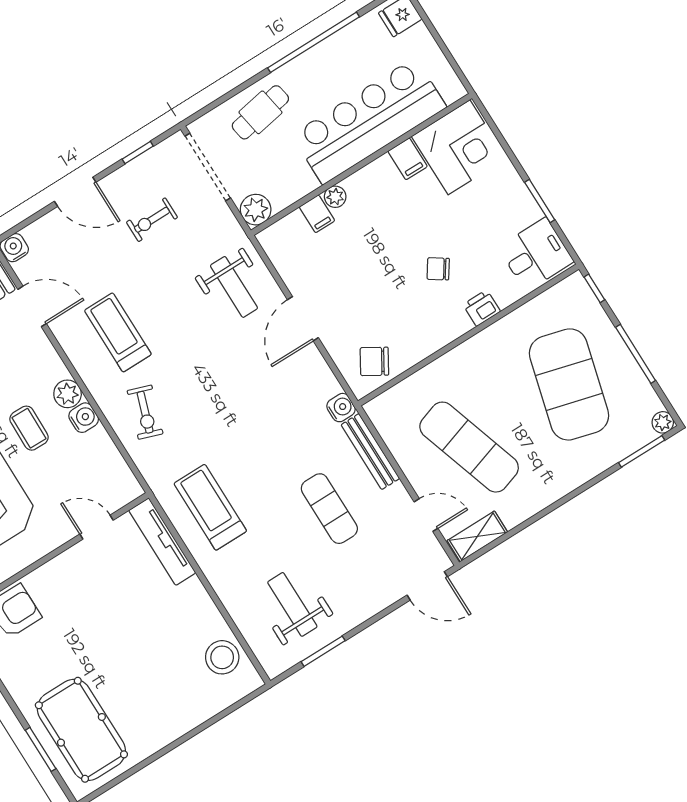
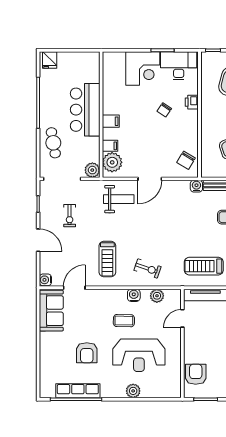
bar counter: (369, 121) -> (85, 110), width x0.73
corner desk: (459, 147) -> (143, 68), moved, turned 90
filing cabinet: (408, 159) -> (111, 121), moved
door: (75, 192) -> (38, 240), hinge flipped
plant: (335, 197) -> (112, 162), moved, width x1.88, depth x1.88
desk: (536, 254) -> (179, 66), width x1.37
door: (303, 319) -> (150, 179), hinge flipped
treadmill: (118, 332) -> (107, 259), turned -90
plant: (68, 394) -> (157, 296), moved

